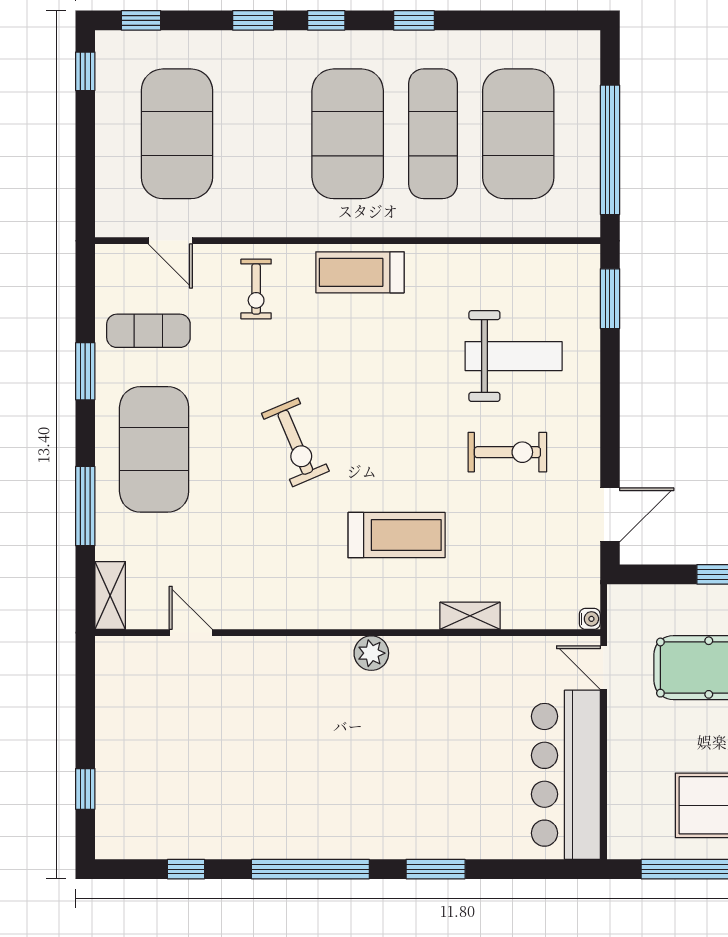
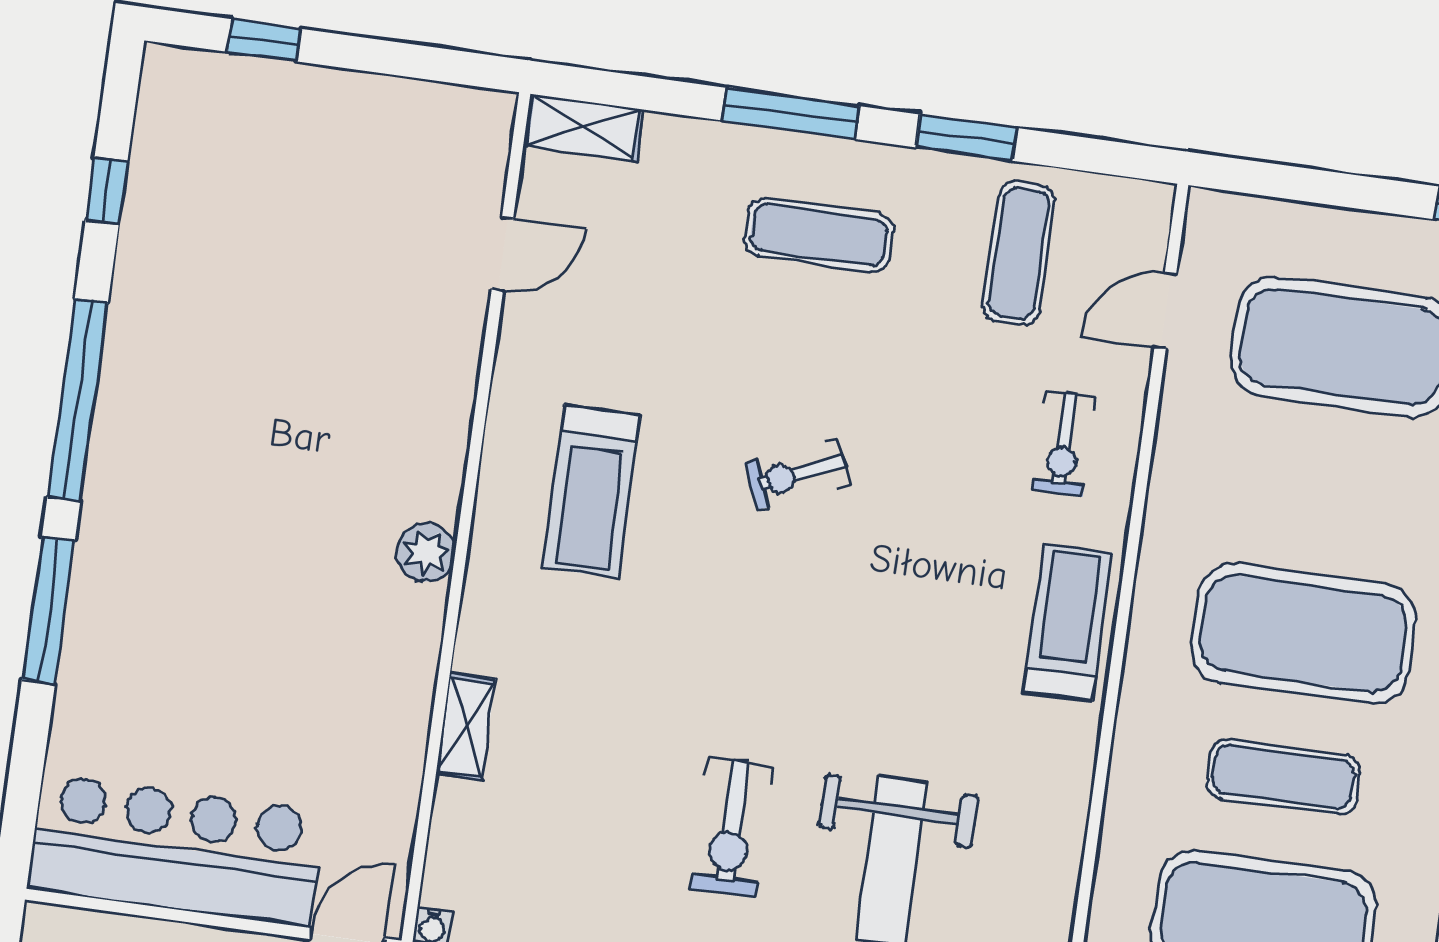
exercise mat: (433, 134) -> (1284, 777), width x0.73, depth x0.69
exercise bike: (256, 289) -> (1064, 444), turned -90
exercise bike: (295, 442) -> (798, 474), width x0.73, depth x0.72
exercise mat: (154, 449) -> (819, 235), width x0.50, depth x0.69
window: (85, 506) -> (790, 113), moved
treadmill: (397, 535) -> (591, 491), moved
window: (436, 869) -> (48, 610), width x1.44

